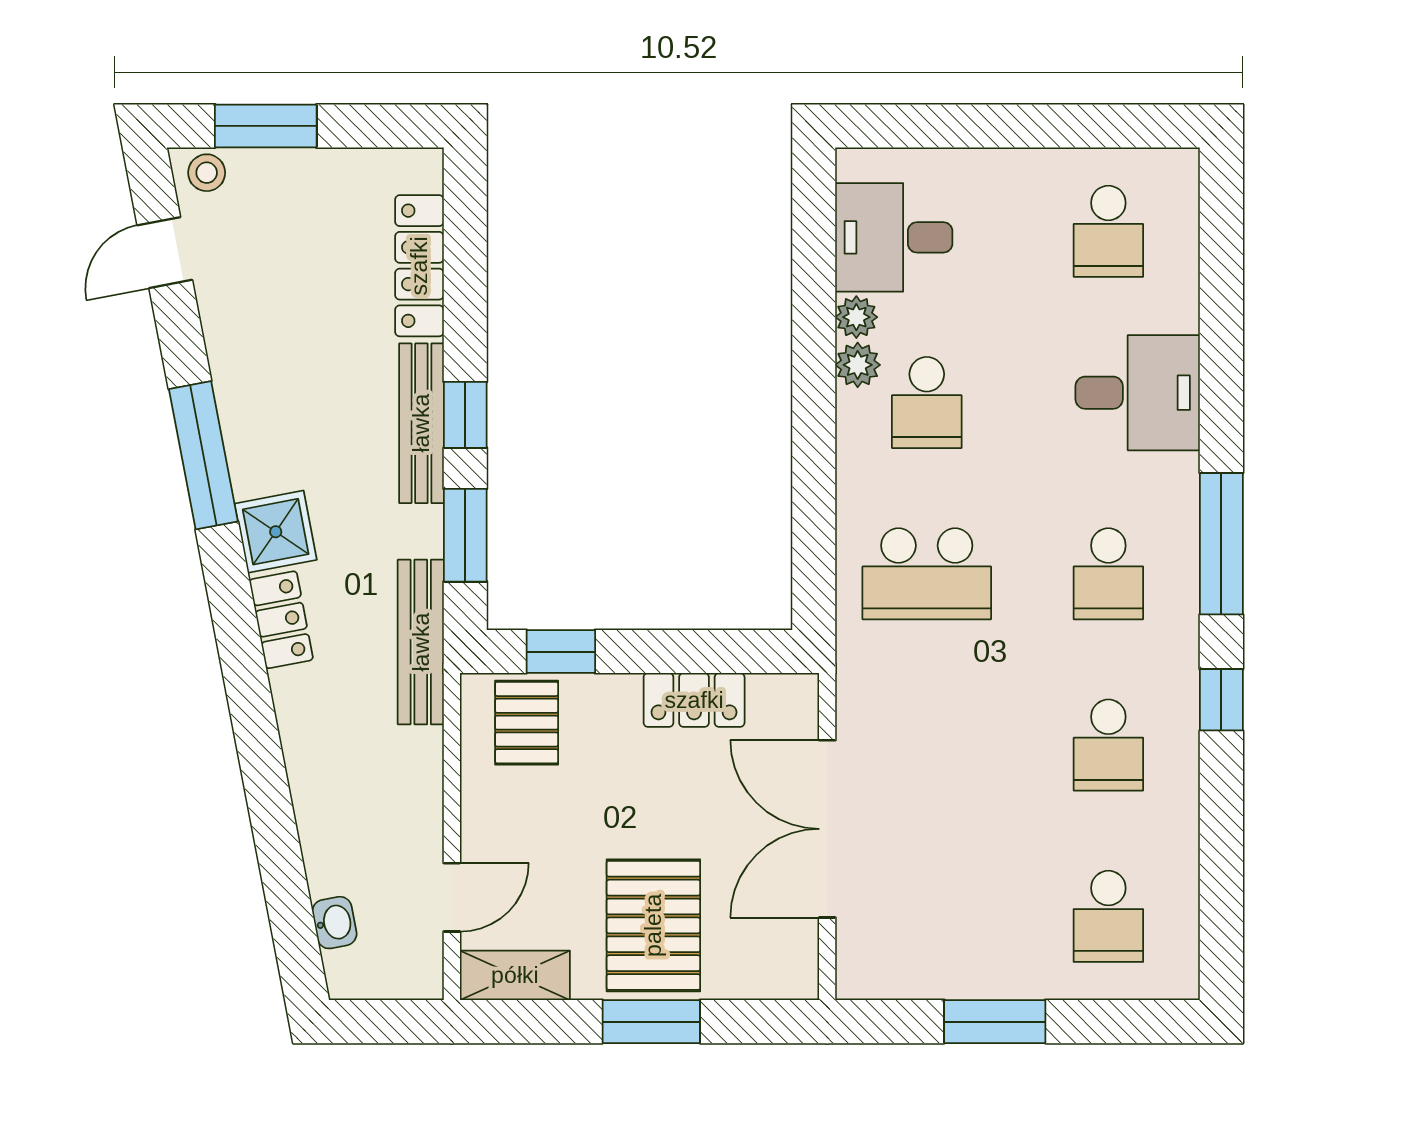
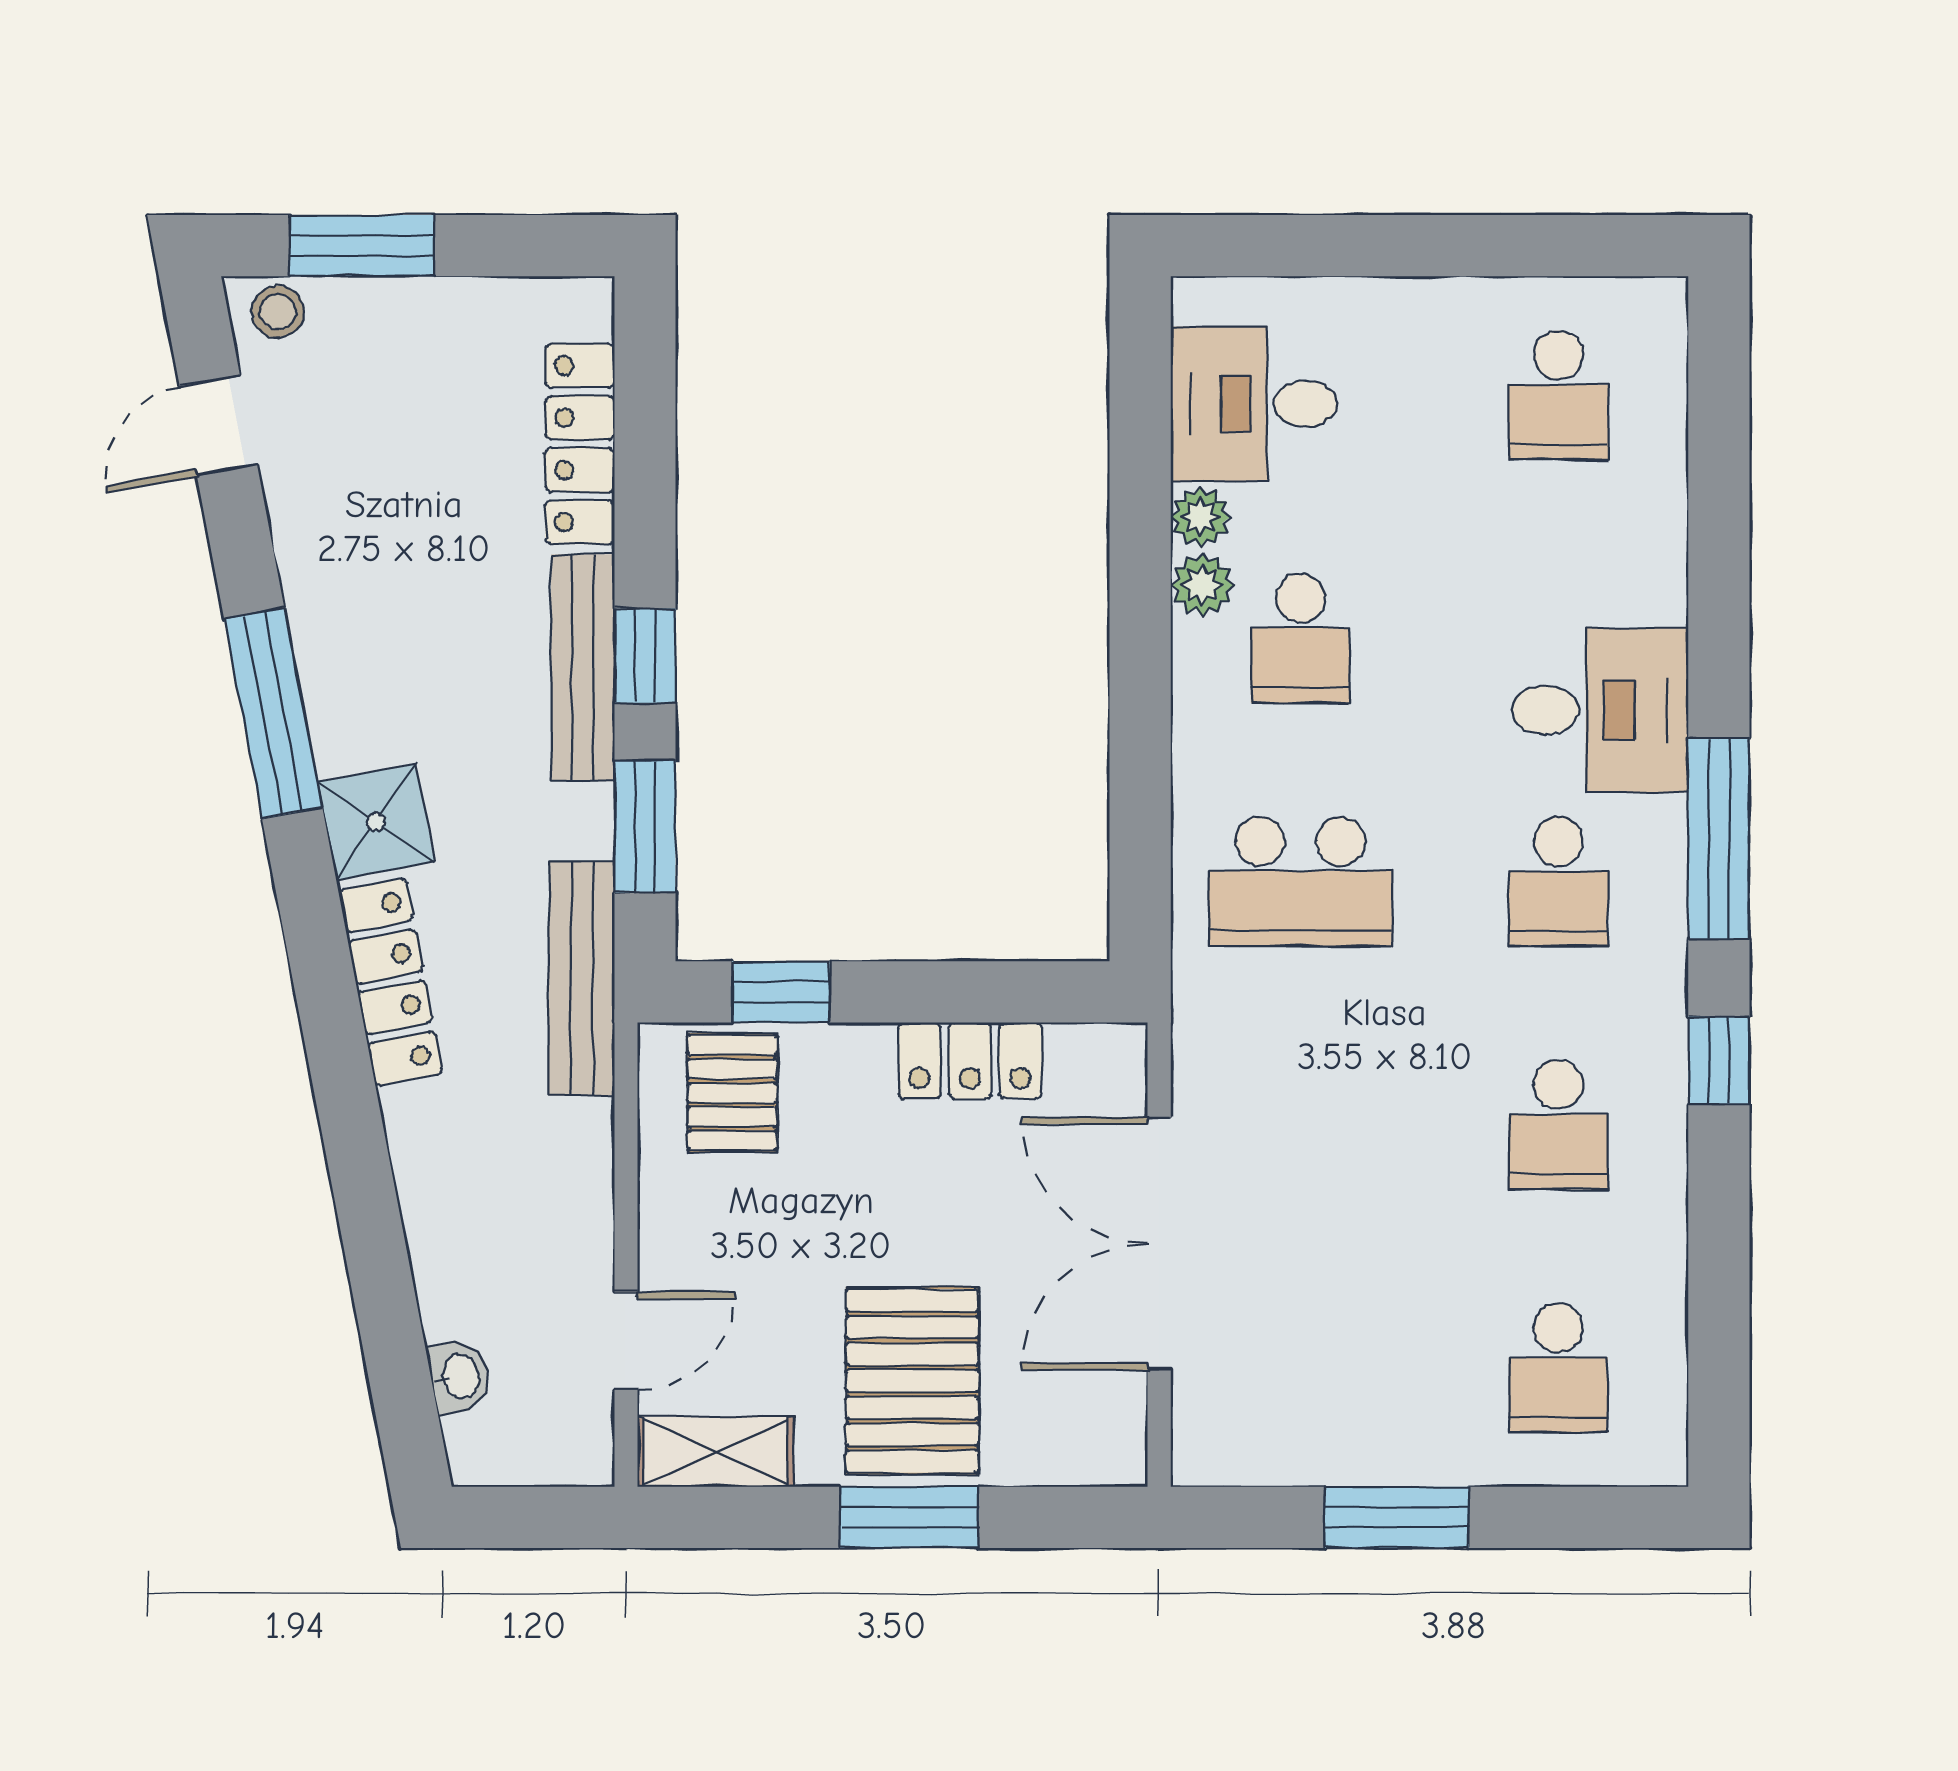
desk: (1138, 393) -> (1600, 710), moved
locker: (281, 620) -> (390, 982), width x1.53

